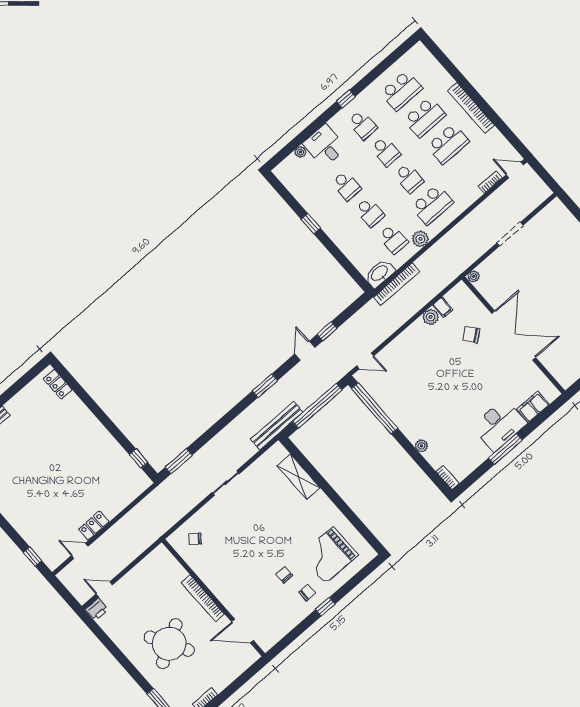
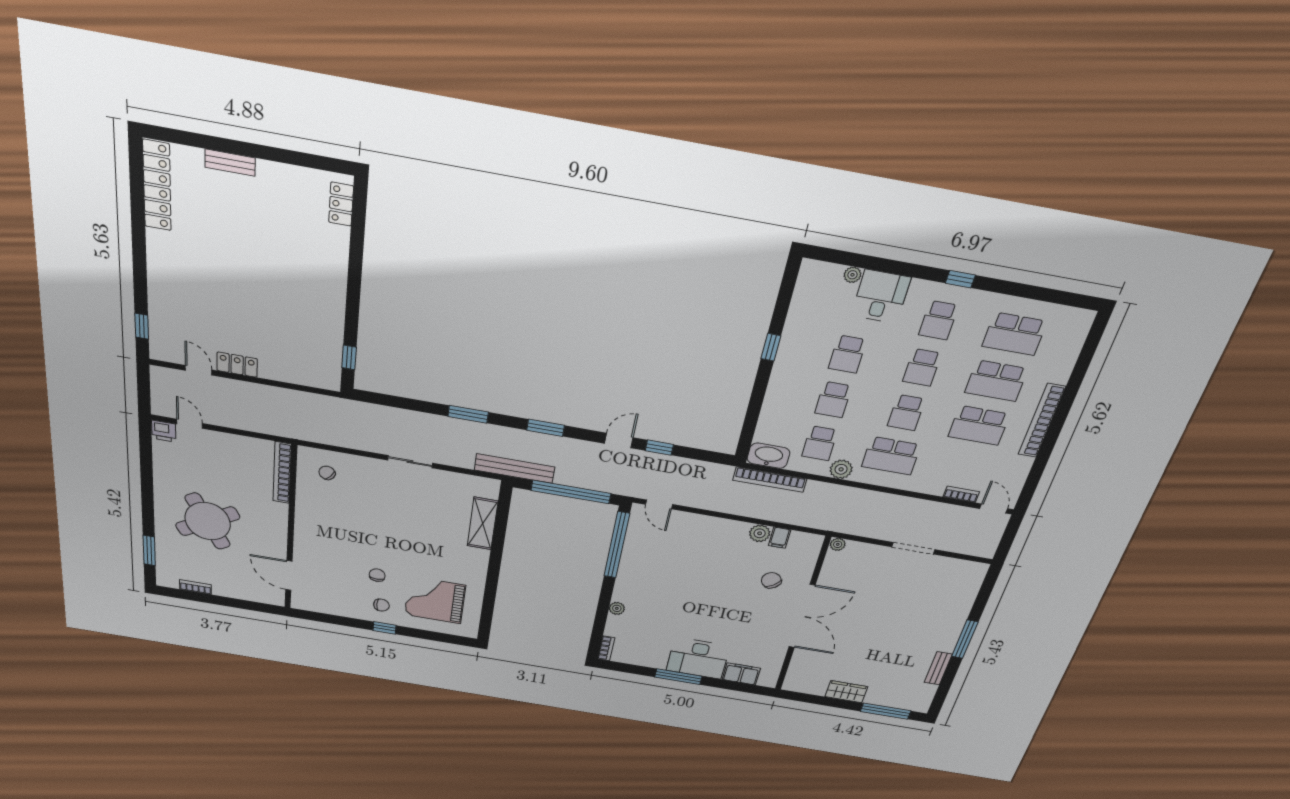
window: (179, 461) -> (468, 414), moved
bookcase: (203, 598) -> (282, 473), moved

